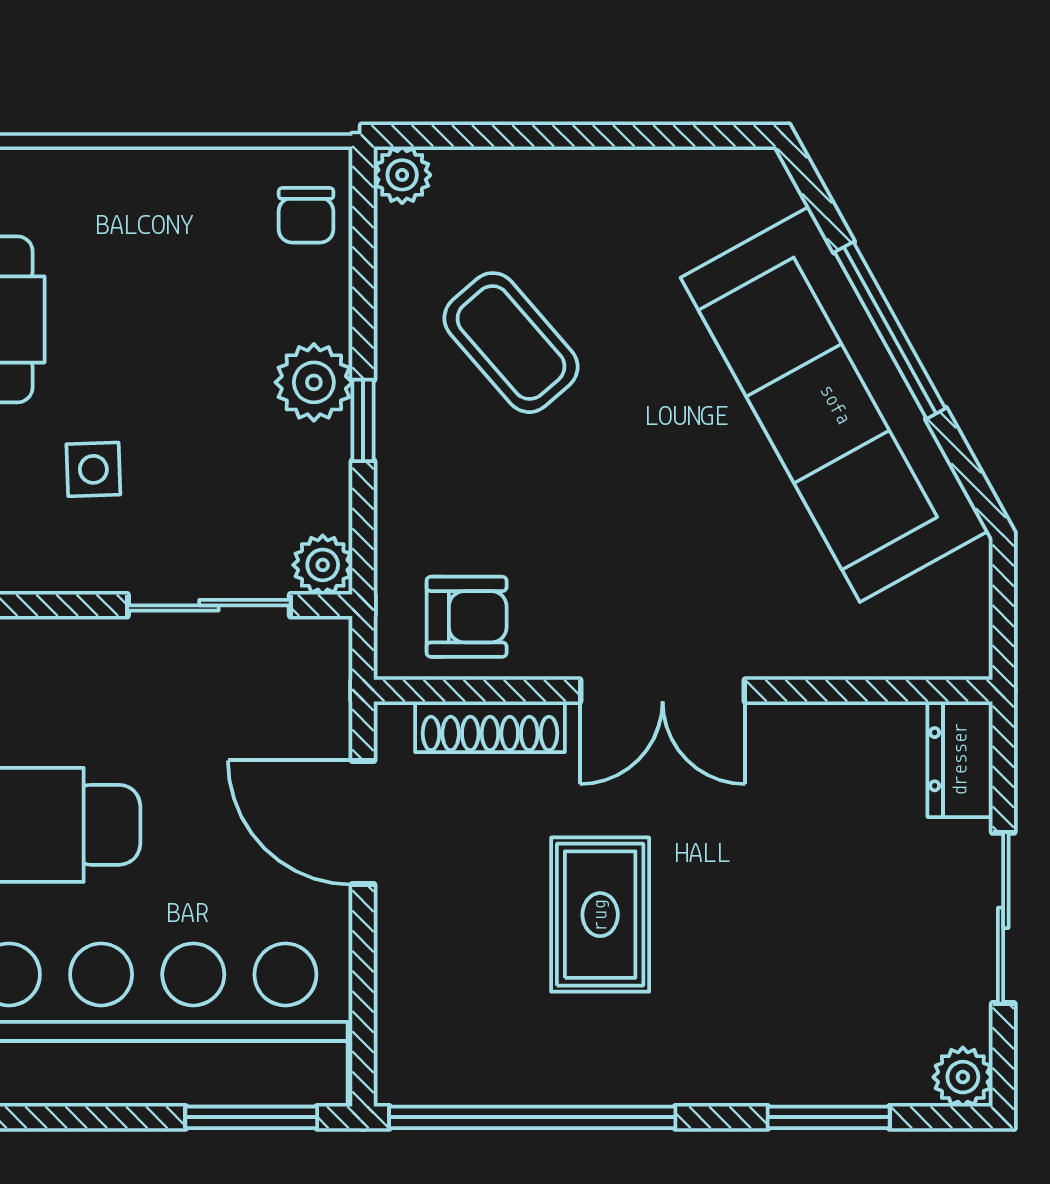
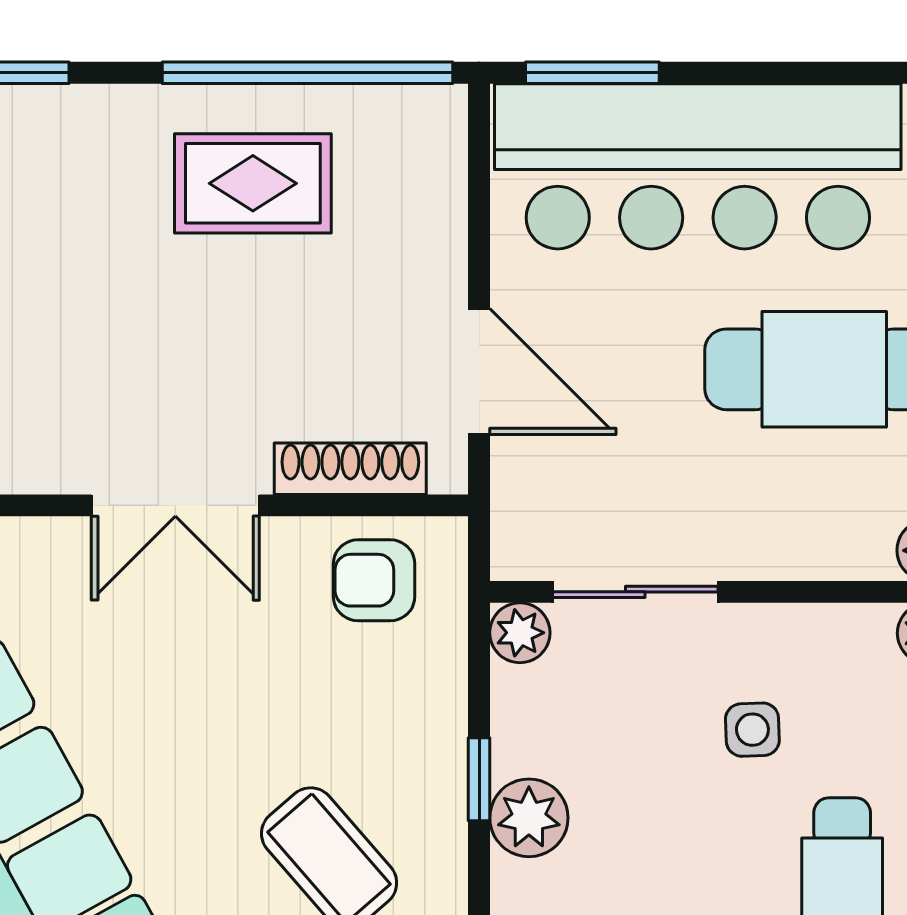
double door: (663, 691) -> (175, 505), swing flipped
rug: (600, 915) -> (253, 183), moved, turned 90

